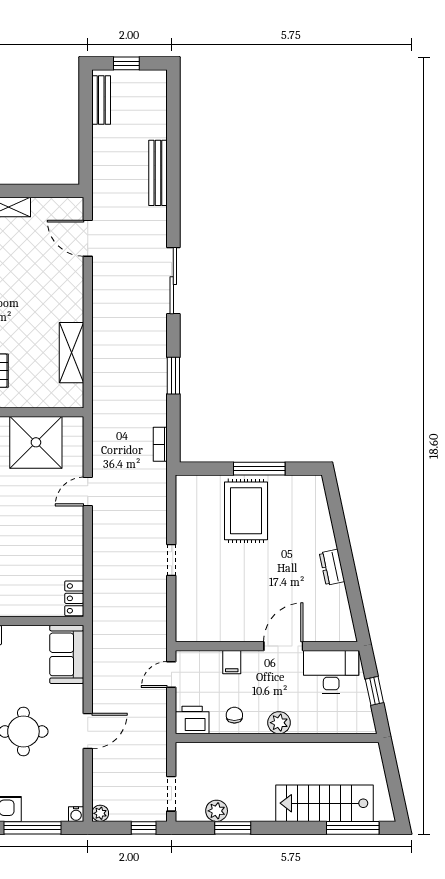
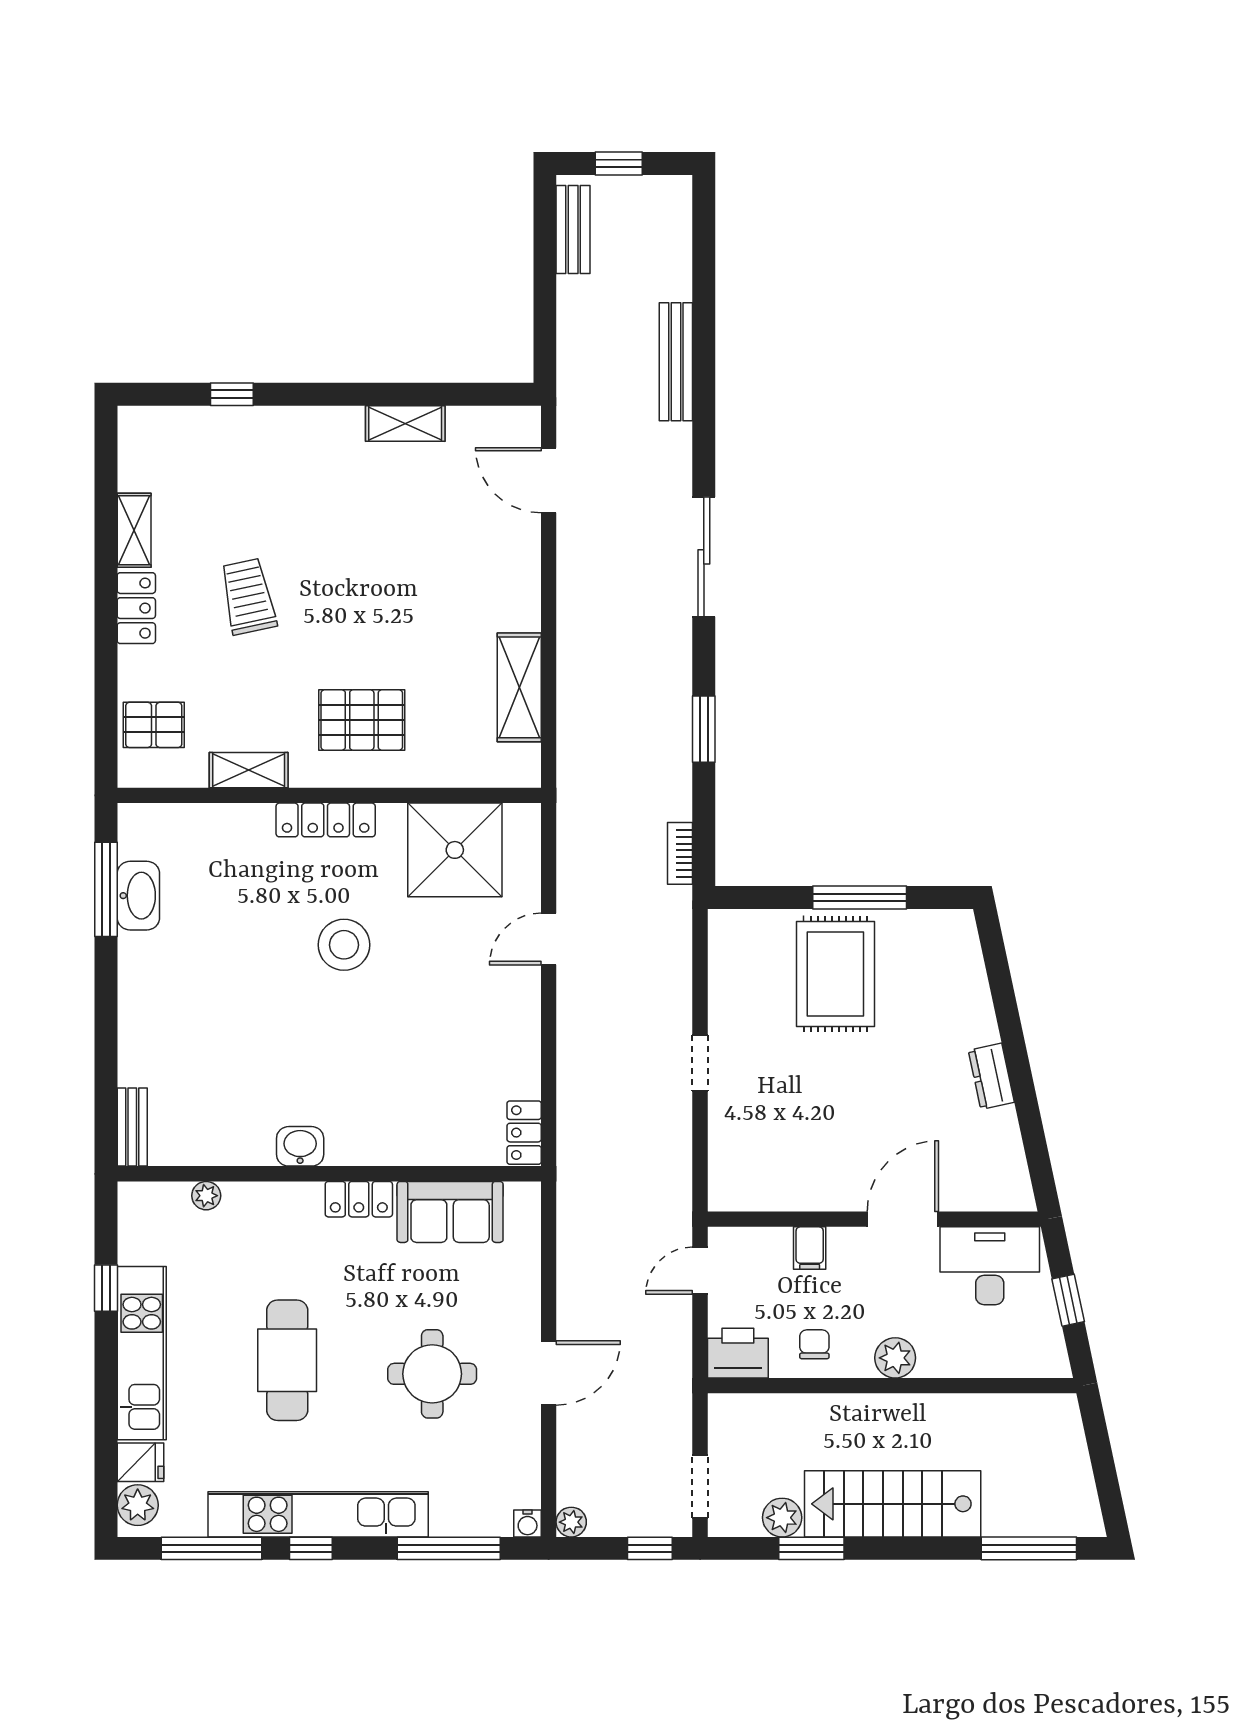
sofa: (67, 654) -> (450, 1212), moved, turned -90
stairs: (324, 803) -> (893, 1504), moved

